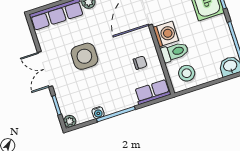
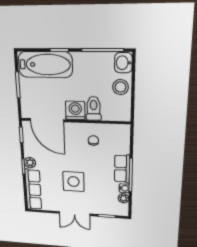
stool: (187, 73) -> (120, 87), moved
row of seats: (153, 92) -> (122, 169), moved
plant: (70, 121) -> (124, 198), moved

